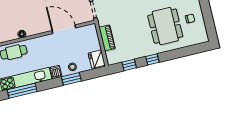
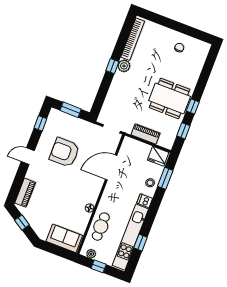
dining table: (165, 26) -> (170, 98), moved
window: (71, 79) -> (165, 178), moved
window: (22, 91) -> (140, 243), width x0.46

